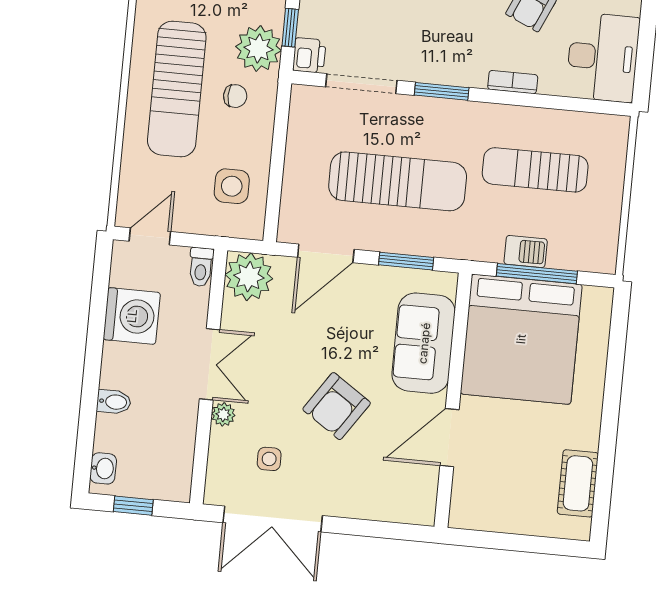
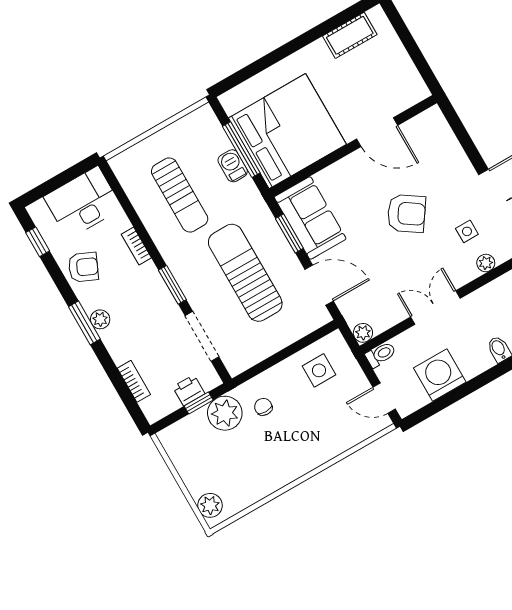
printer: (309, 55) -> (189, 390), moved
sun lounger: (177, 89) -> (284, 445), removed
plant: (249, 277) -> (363, 333), width x0.53, depth x0.53
sofa: (424, 343) -> (310, 218), moved, turned -90
plant: (223, 414) -> (486, 263), moved

